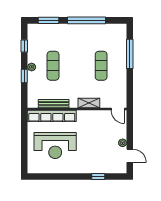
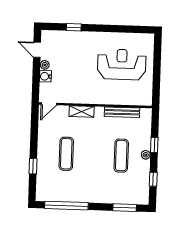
window: (87, 20) -> (66, 206), moved
window: (130, 54) -> (33, 166), width x0.46
door: (118, 109) -> (49, 104), swing flipped
row of seats: (52, 116) -> (124, 98), removed
water cooler: (122, 133) -> (45, 76), added

